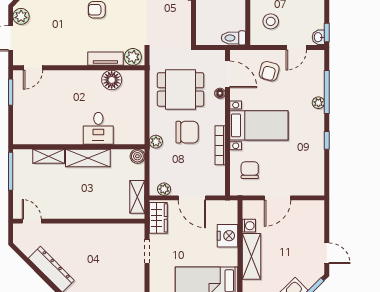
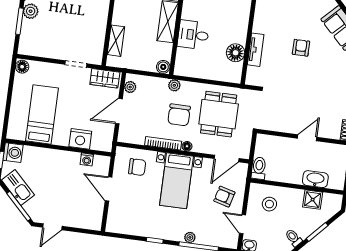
plant: (133, 57) -> (254, 75), removed
floor lamp: (220, 93) -> (187, 146), moved
shelving: (137, 197) -> (116, 41), moved, turned 90
shelving: (251, 256) -> (59, 158), removed

